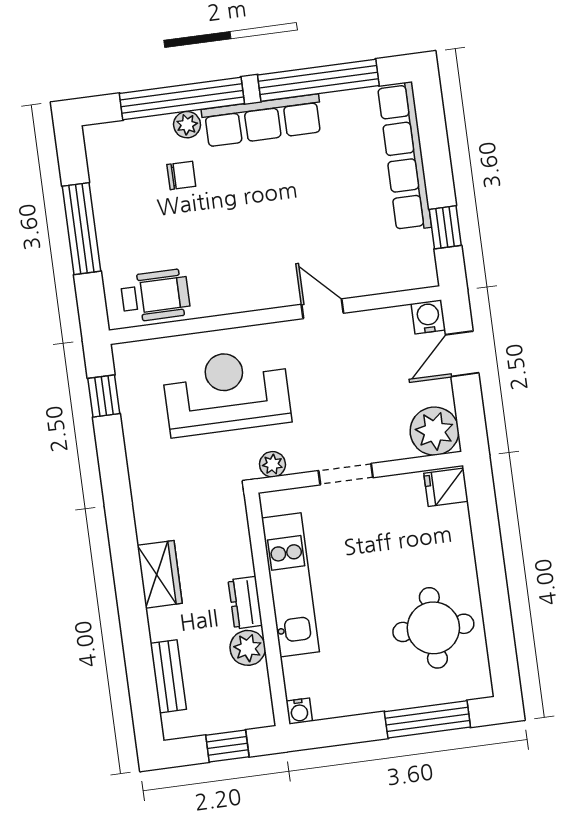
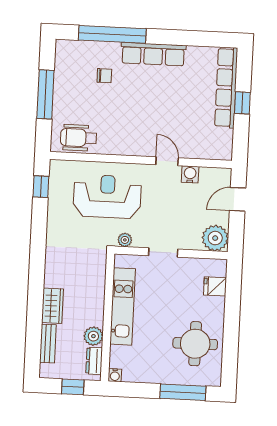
window: (318, 80) -> (187, 38), removed
plant: (187, 125) -> (112, 49), removed
window: (445, 227) -> (242, 103), moved
wheelchair: (155, 296) -> (79, 138), turned 180
water cooler: (428, 317) -> (190, 174), moved
fridge: (446, 487) -> (215, 286), moved
wardrobe: (160, 574) -> (53, 306), moved
dresser: (245, 603) -> (94, 361), moved

